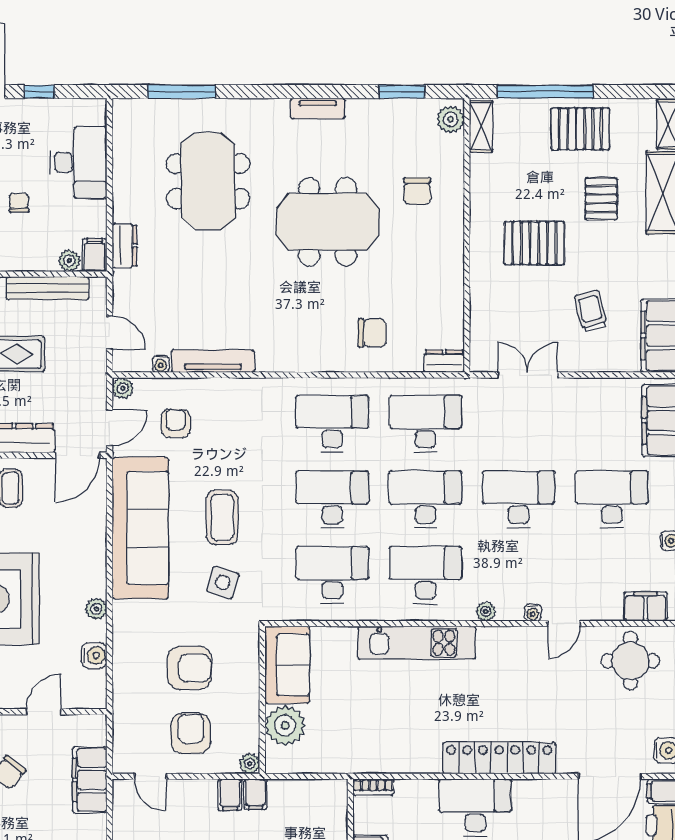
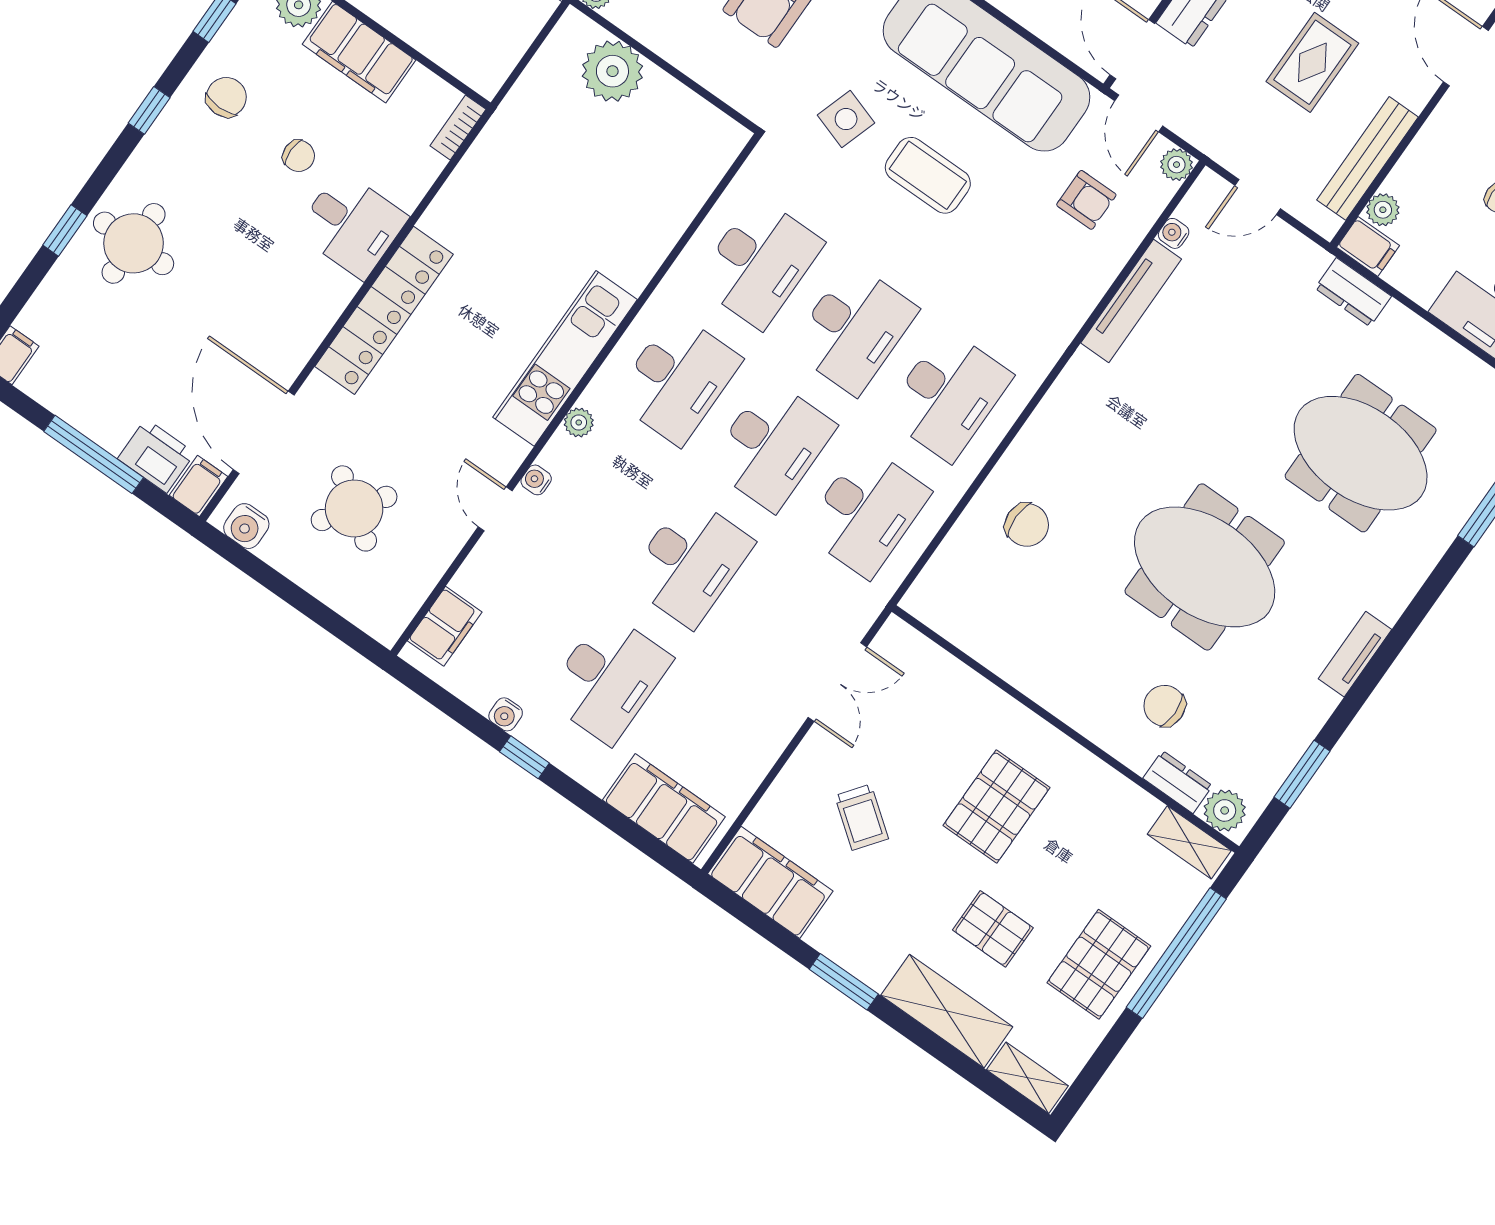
meeting table: (328, 222) -> (1205, 567), turned 90
trolley: (591, 311) -> (862, 817), turned 51
chair: (372, 333) -> (1027, 525), turned -90
dresser: (444, 361) -> (1178, 782), moved, turned -90
kitchen unit: (417, 643) -> (565, 358), moved
round table: (630, 661) -> (354, 508), moved, turned 35
sofa: (287, 665) -> (686, 127), removed
desk: (475, 807) -> (352, 225), width x0.73

